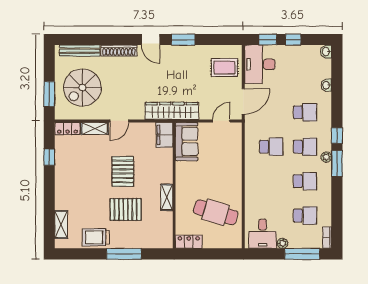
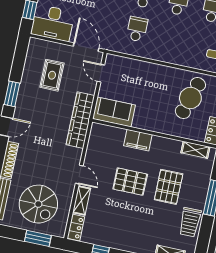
rug: (224, 67) -> (52, 75), moved
filing cabinet: (164, 135) -> (138, 140), moved
shelving: (167, 197) -> (195, 150), moved

